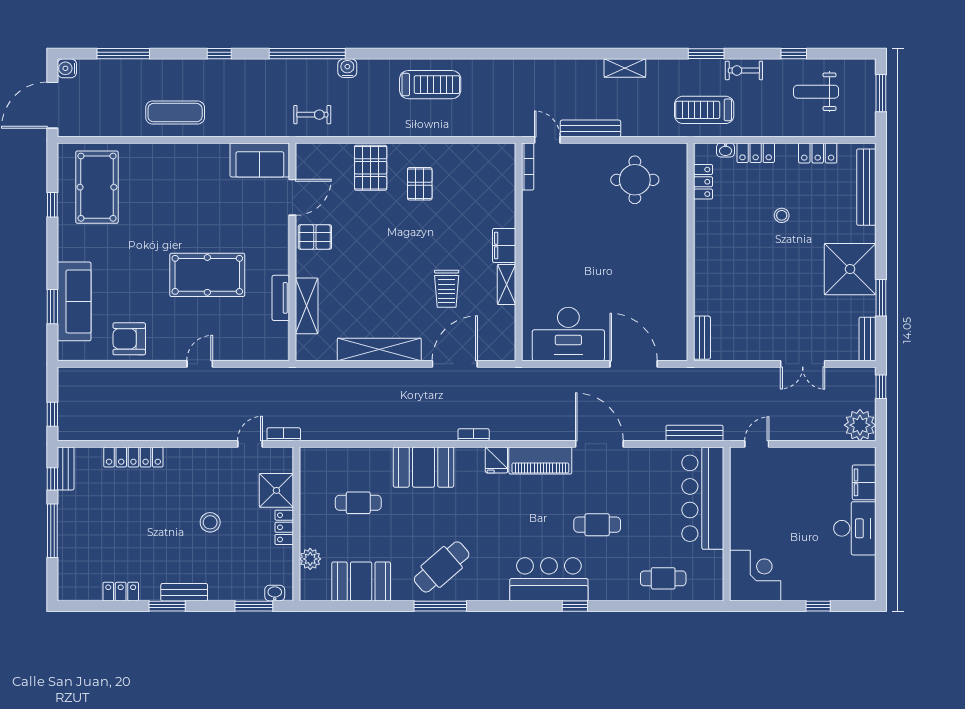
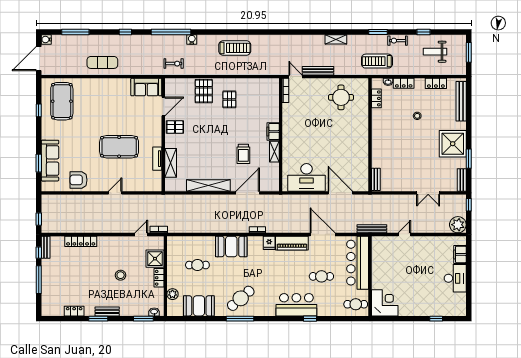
bar counter: (703, 498) -> (358, 263), moved
wall: (727, 524) -> (370, 276), moved
corner desk: (755, 576) -> (385, 303), moved

